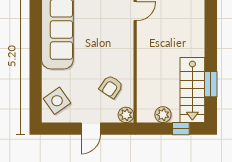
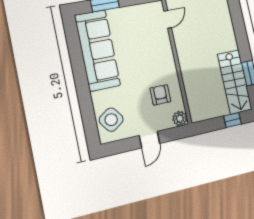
armchair: (111, 87) -> (160, 95), turned 146
plant: (163, 115) -> (214, 111), removed

